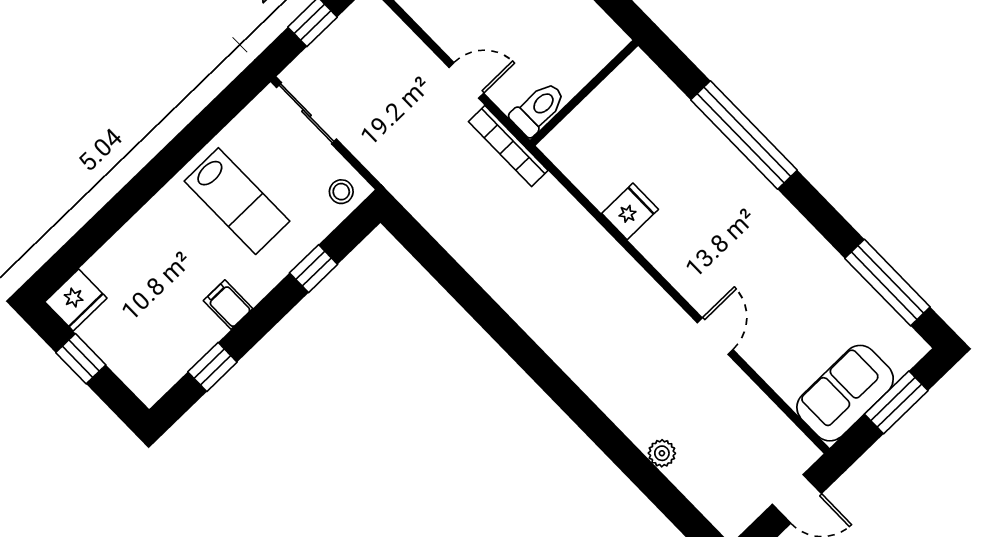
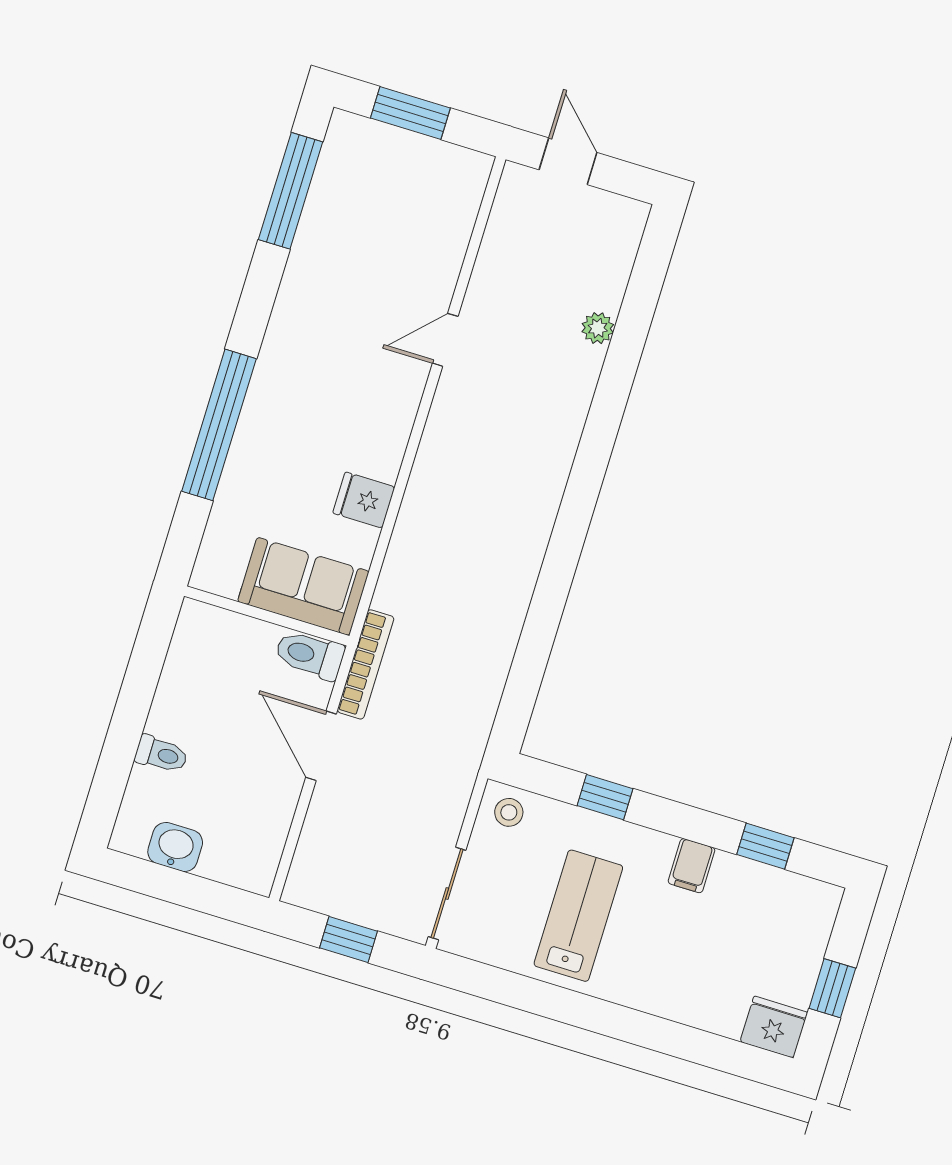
door: (466, 80) -> (321, 746), width x1.38
sofa: (845, 393) -> (303, 586), moved, turned 180

